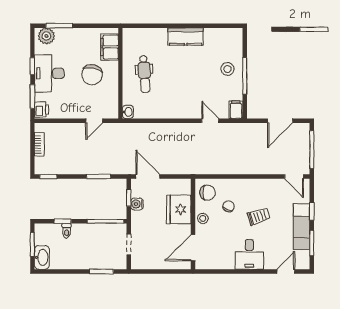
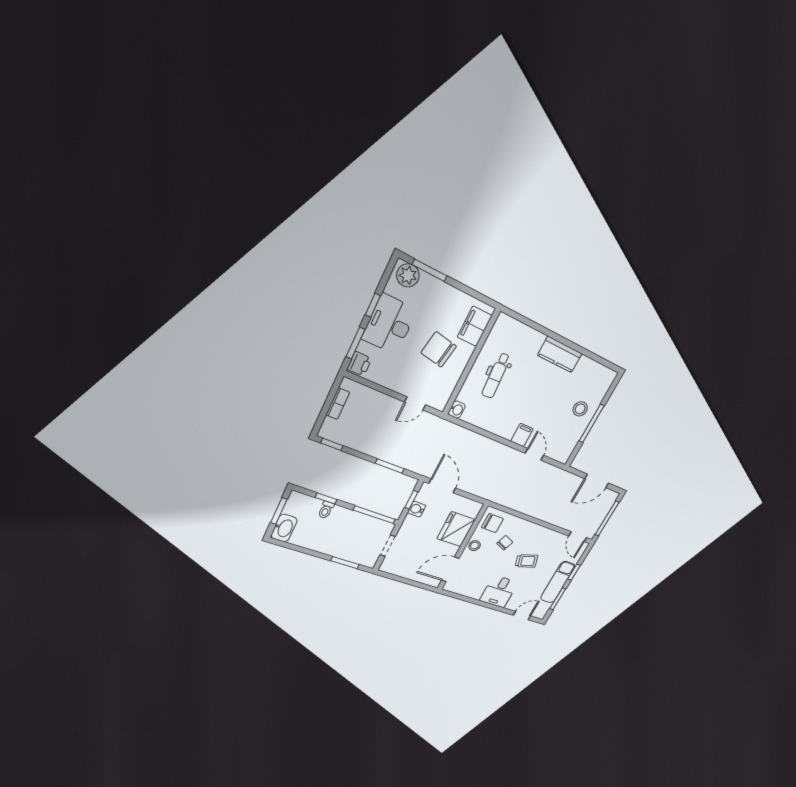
chair: (92, 75) -> (439, 349), turned 88
filing cabinet: (236, 110) -> (522, 435), moved

